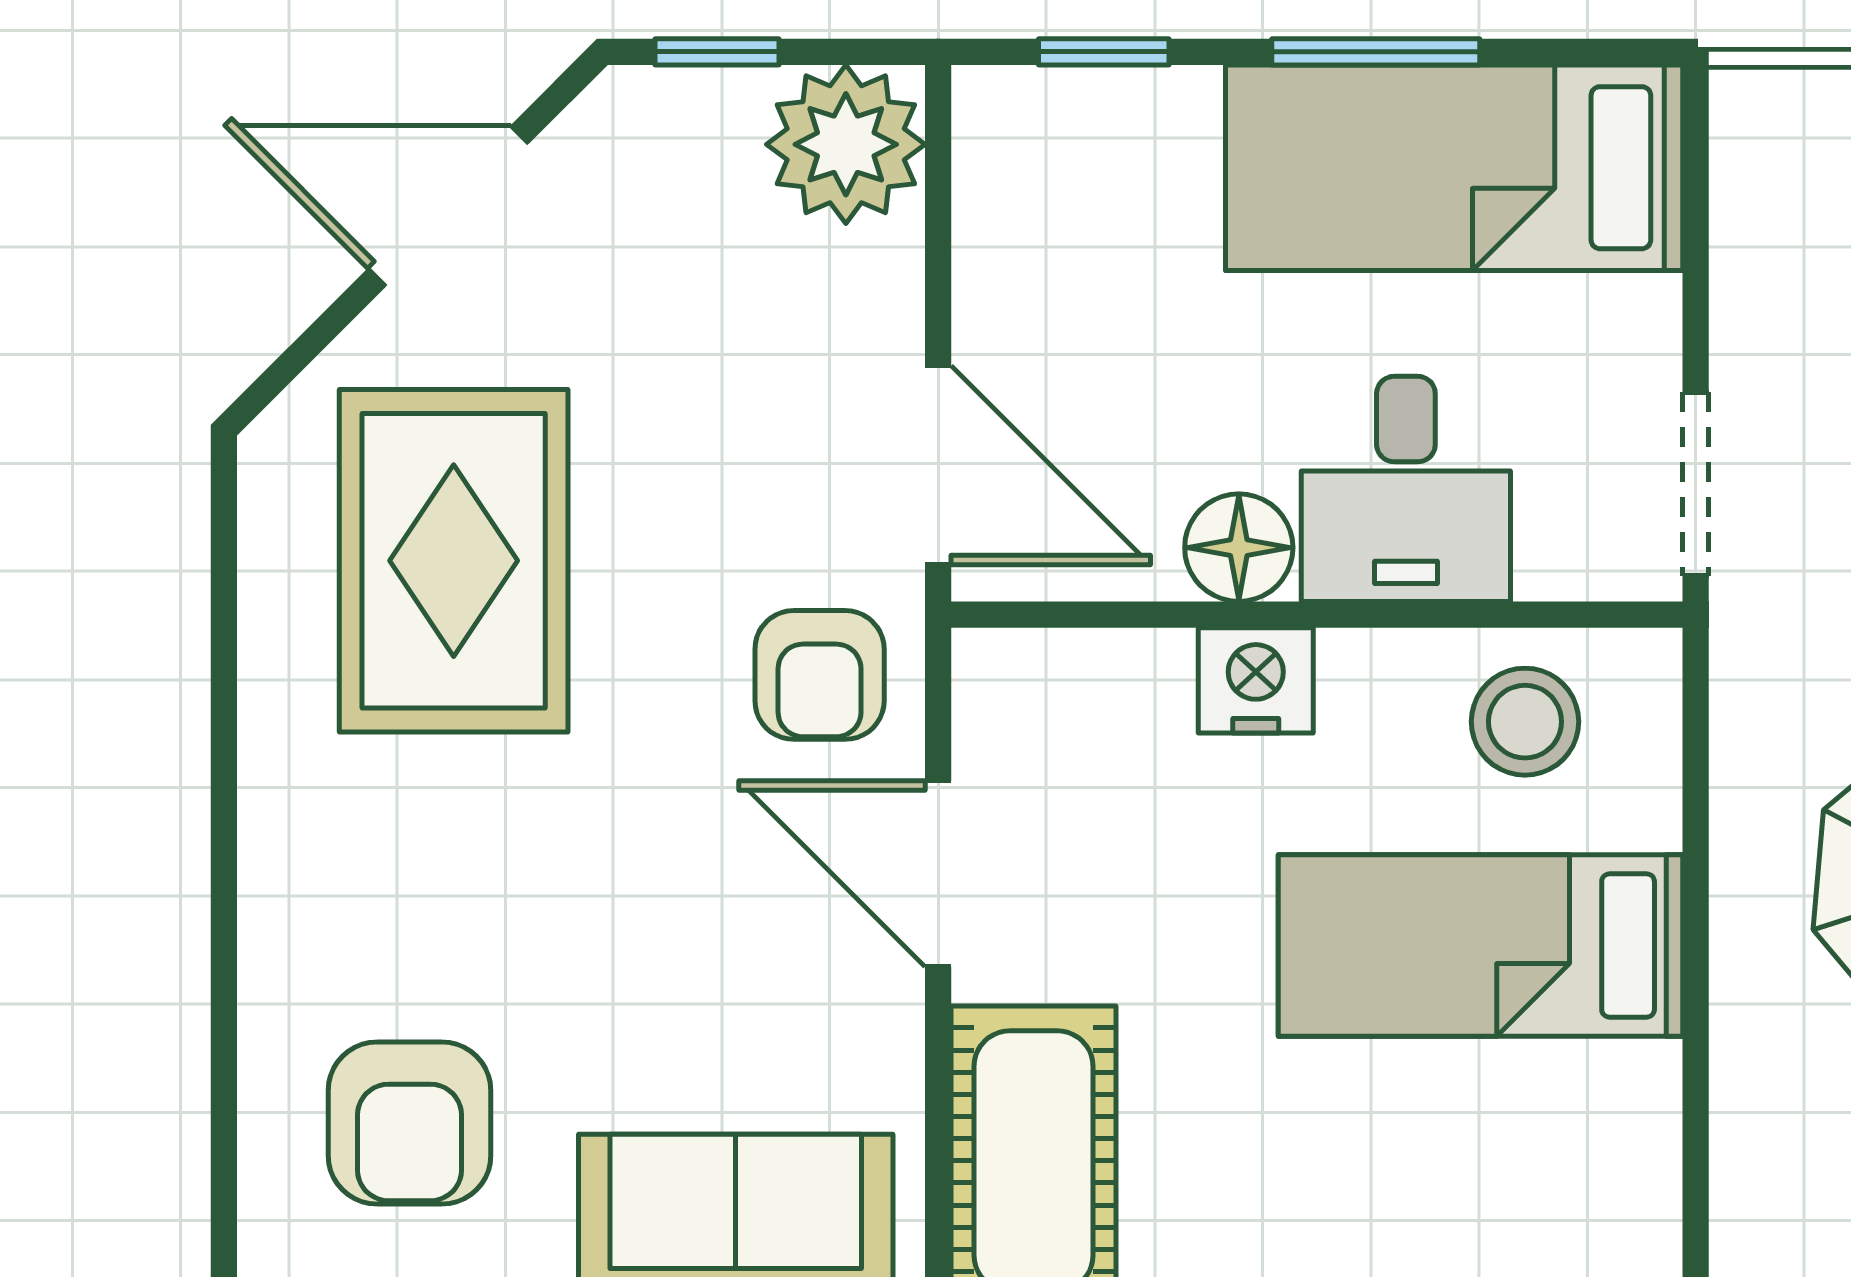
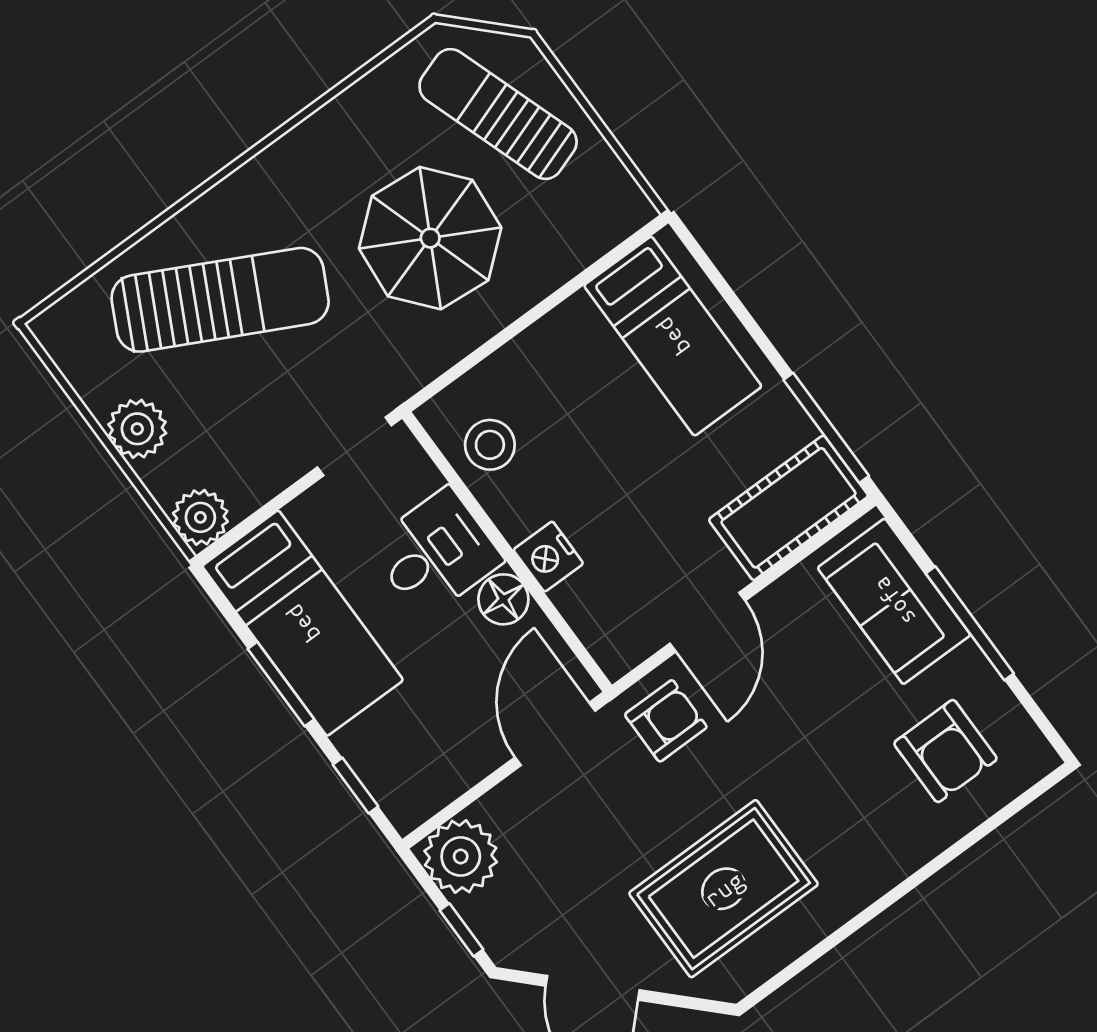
plant: (1769, 125) -> (200, 517), added
bed: (1480, 945) -> (673, 336), moved
armchair: (409, 1123) -> (945, 751), turned 90

